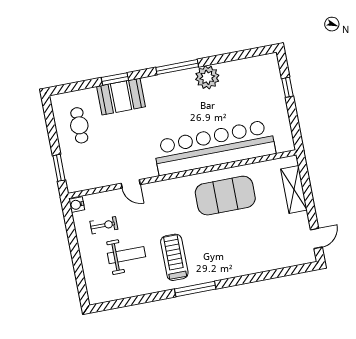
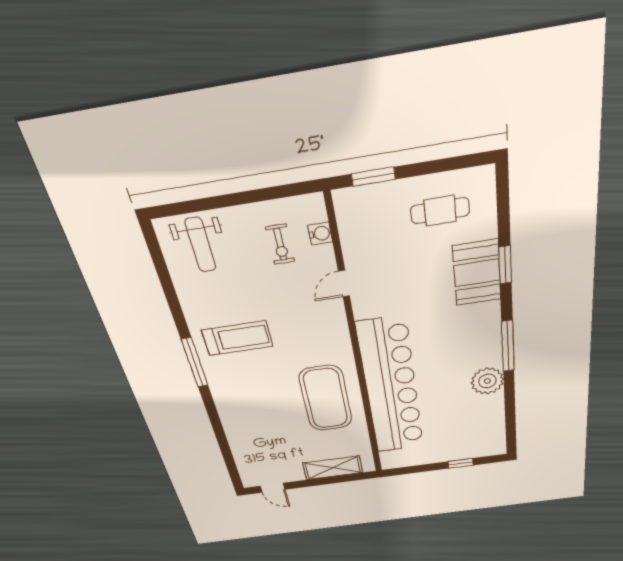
water cooler: (77, 205) -> (320, 234), moved, turned 90
weight bench: (126, 255) -> (200, 245), moved

